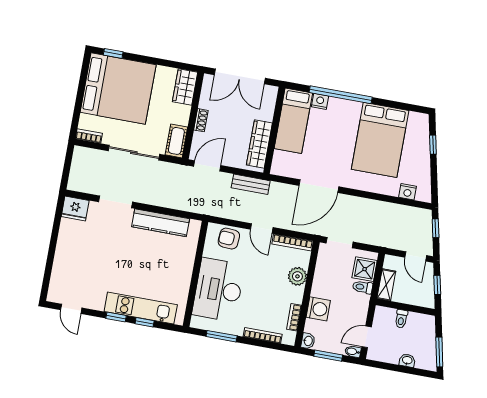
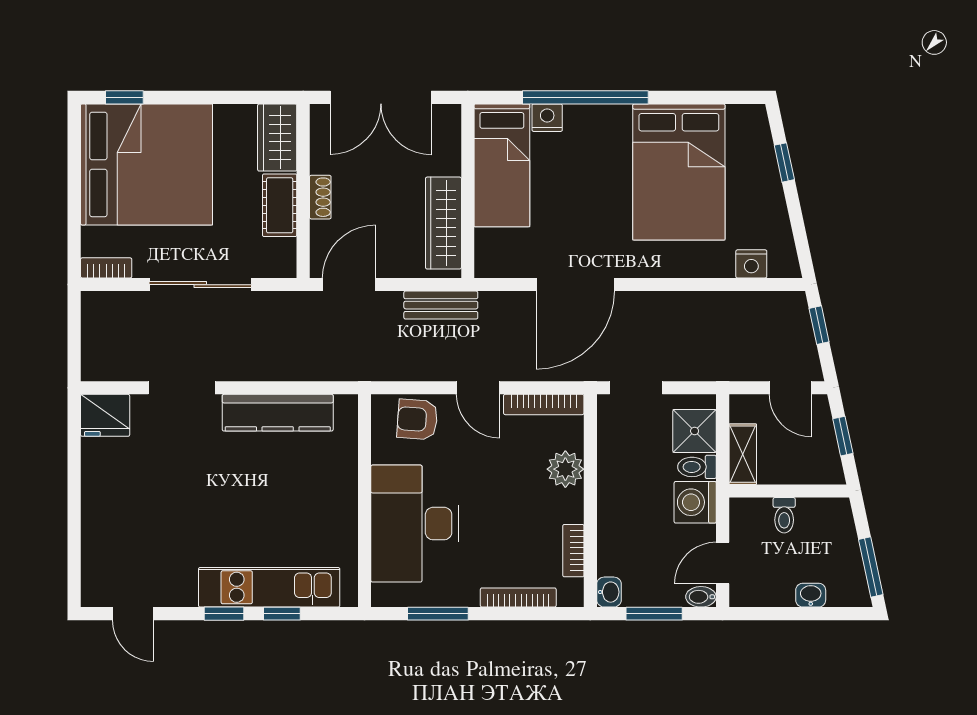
cot: (176, 141) -> (280, 205), moved
washing machine: (318, 309) -> (695, 502), moved, turned 180

